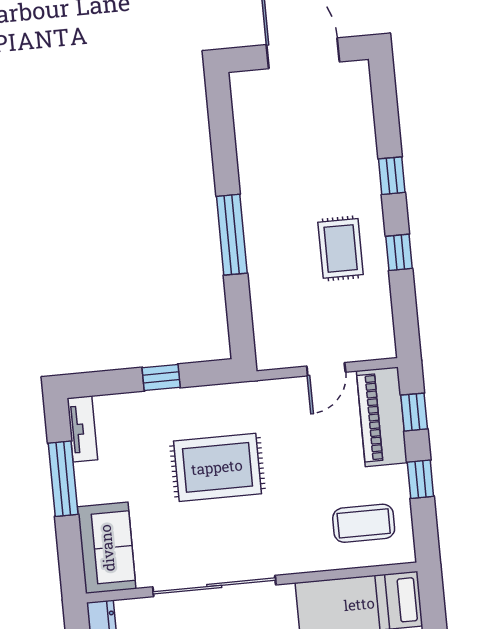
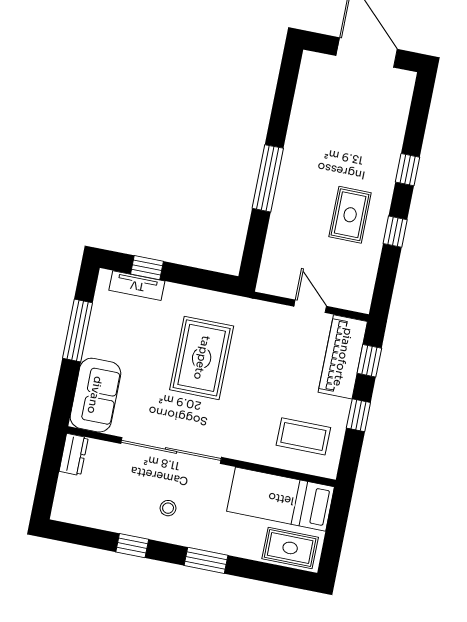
door: (326, 369) -> (310, 306), swing flipped
window: (161, 378) -> (147, 268), moved
tv unit: (82, 429) -> (137, 286), moved, turned 90
rug: (217, 467) -> (202, 358), turned 90

